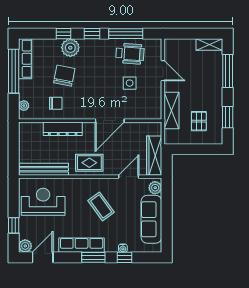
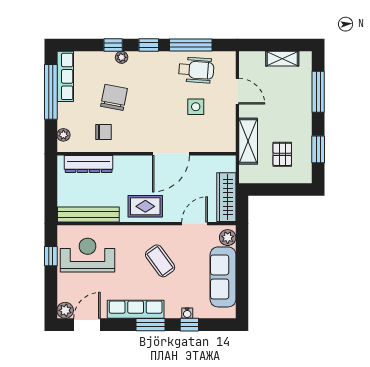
shelving: (209, 45) -> (282, 59), moved
plant: (70, 48) -> (122, 57), width x0.53, depth x0.53
dresser: (63, 129) -> (89, 164), moved
window: (14, 225) -> (51, 256), moved

